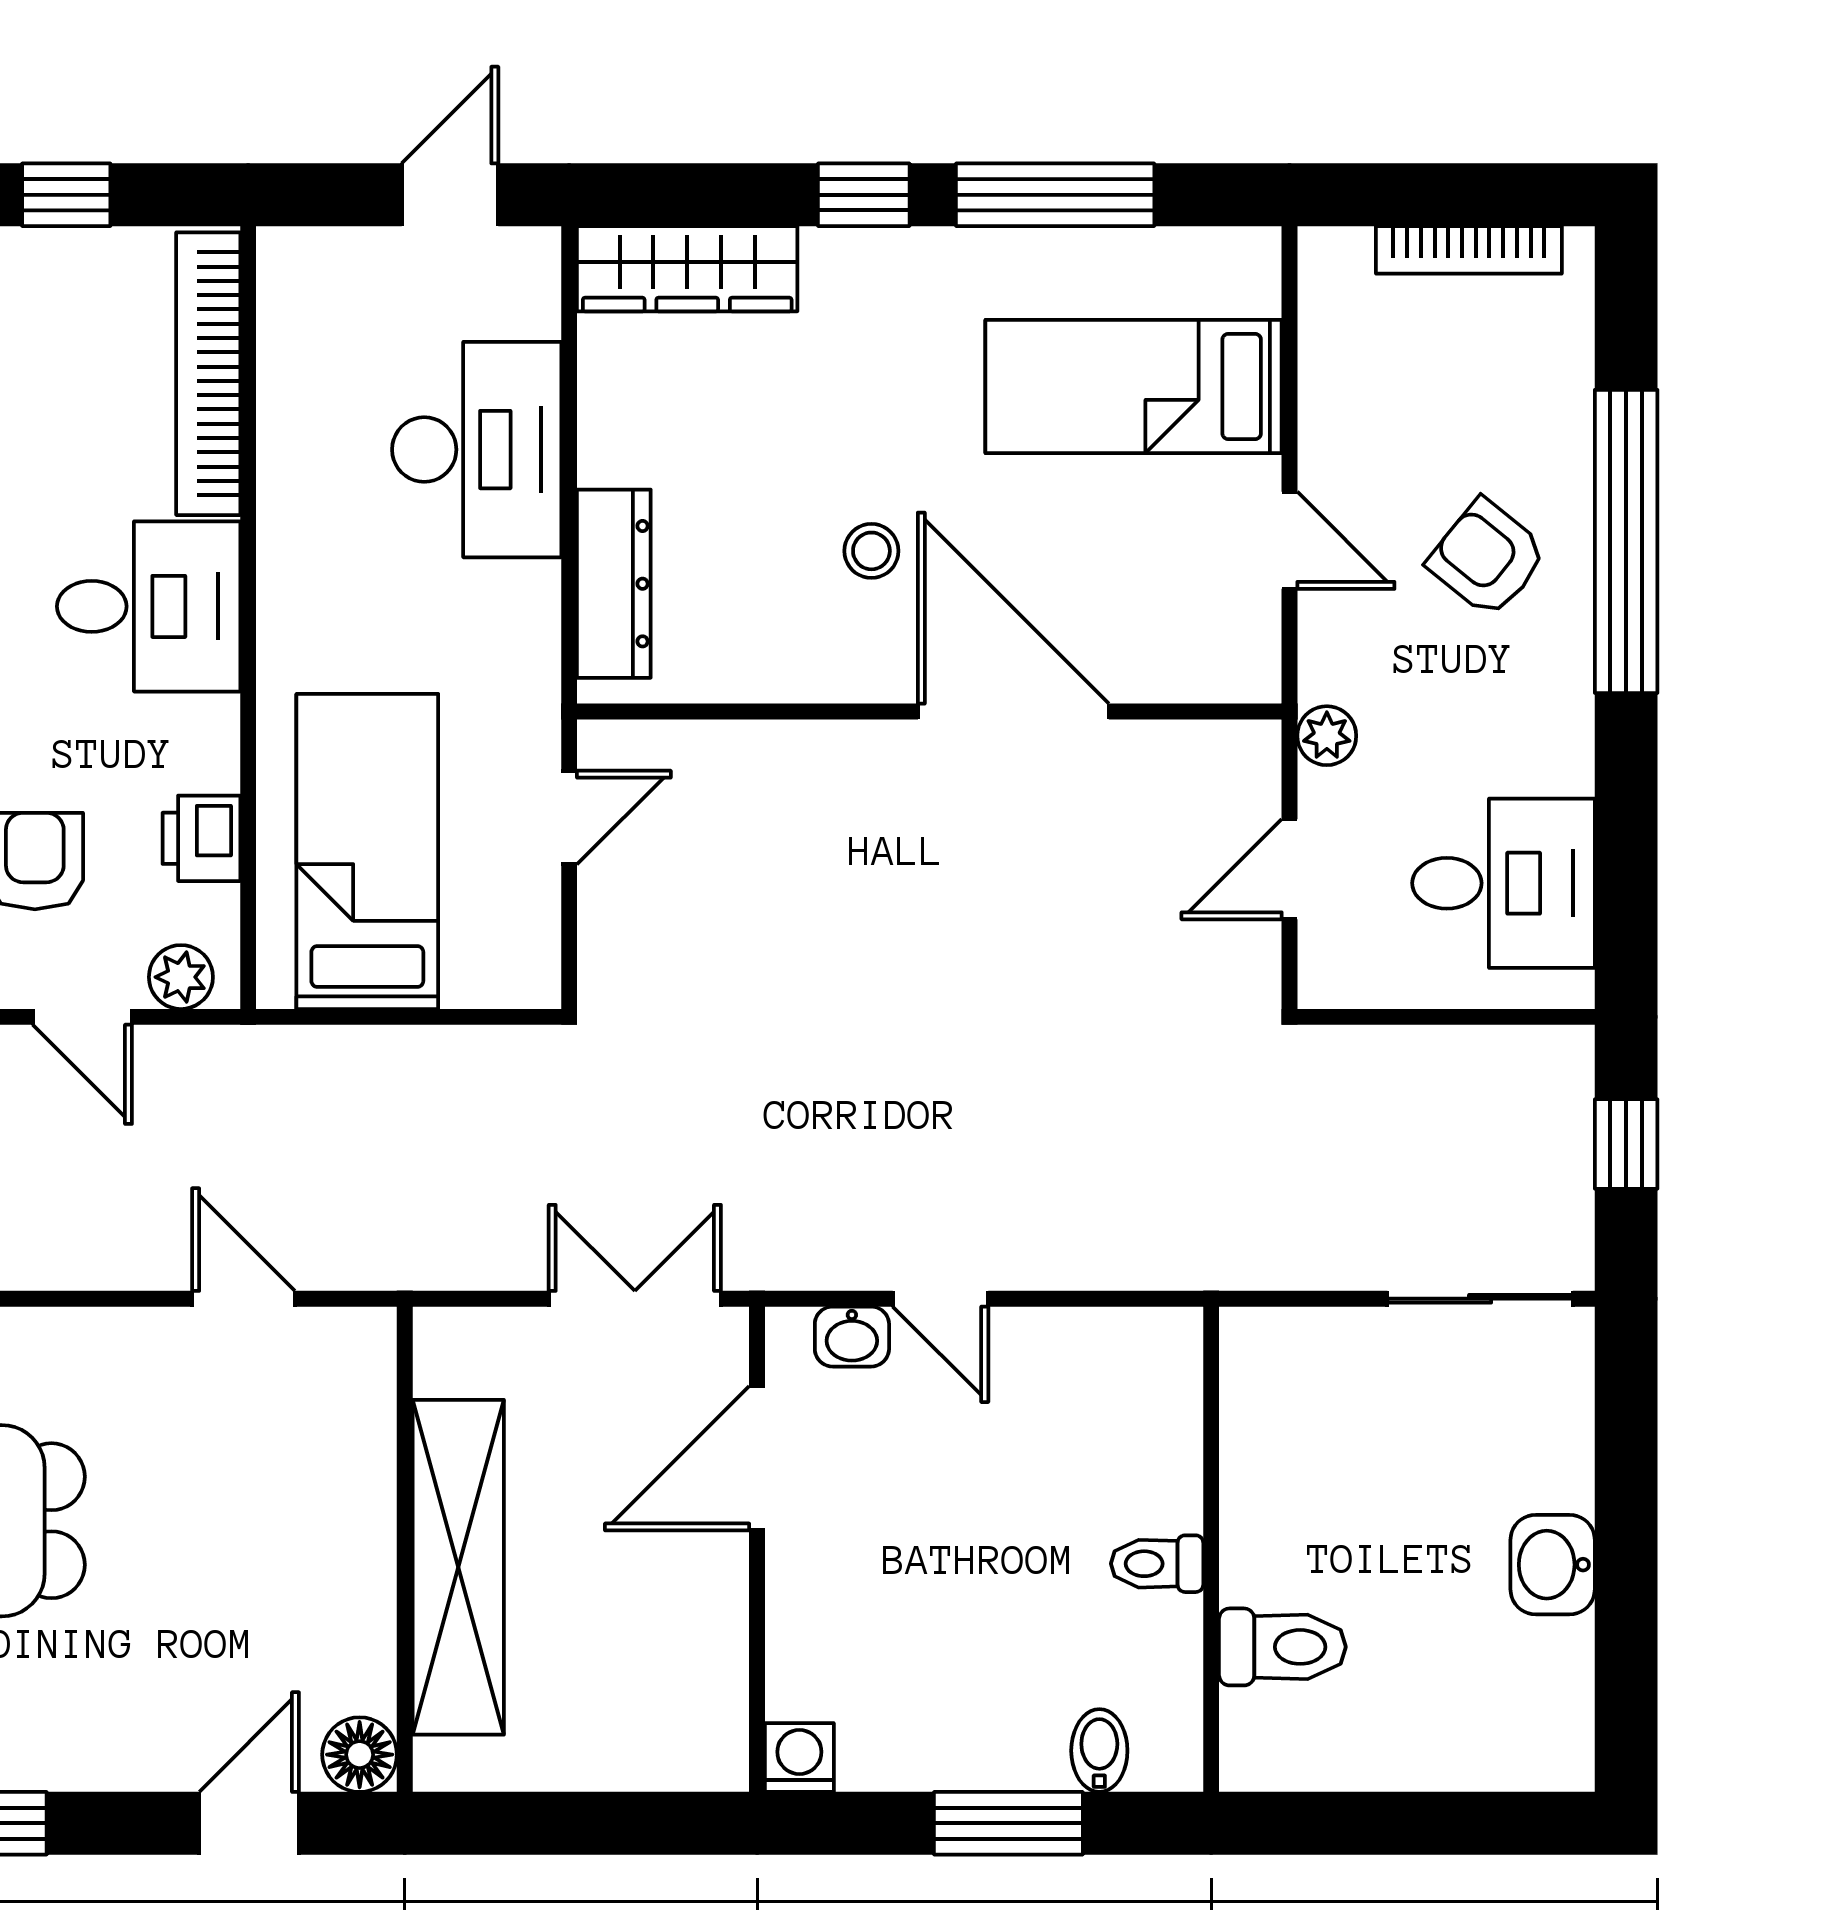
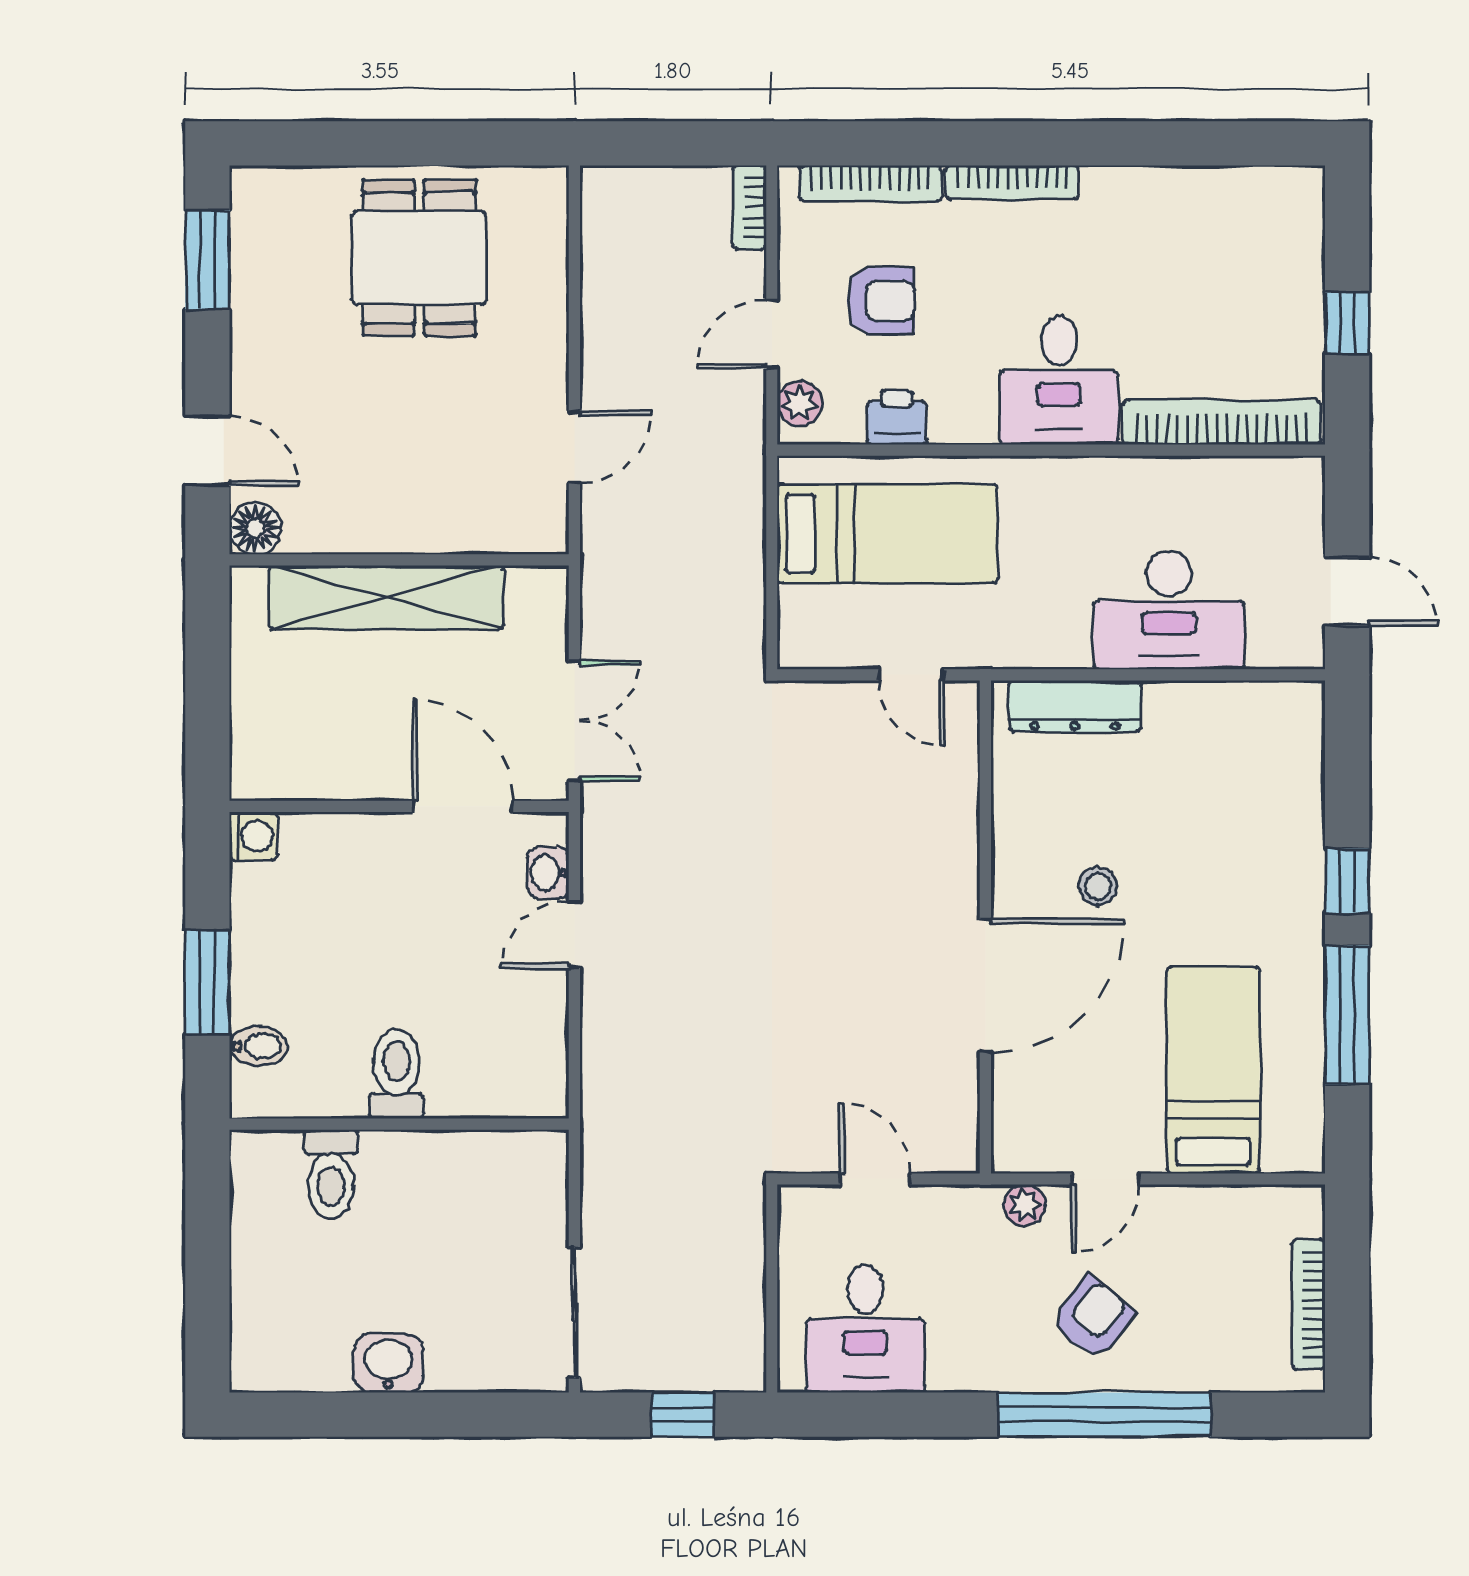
wardrobe: (687, 269) -> (1295, 757), removed
plant: (1327, 736) -> (1025, 1205), moved
toilet: (1157, 1564) -> (396, 1074), width x1.37, depth x1.39

